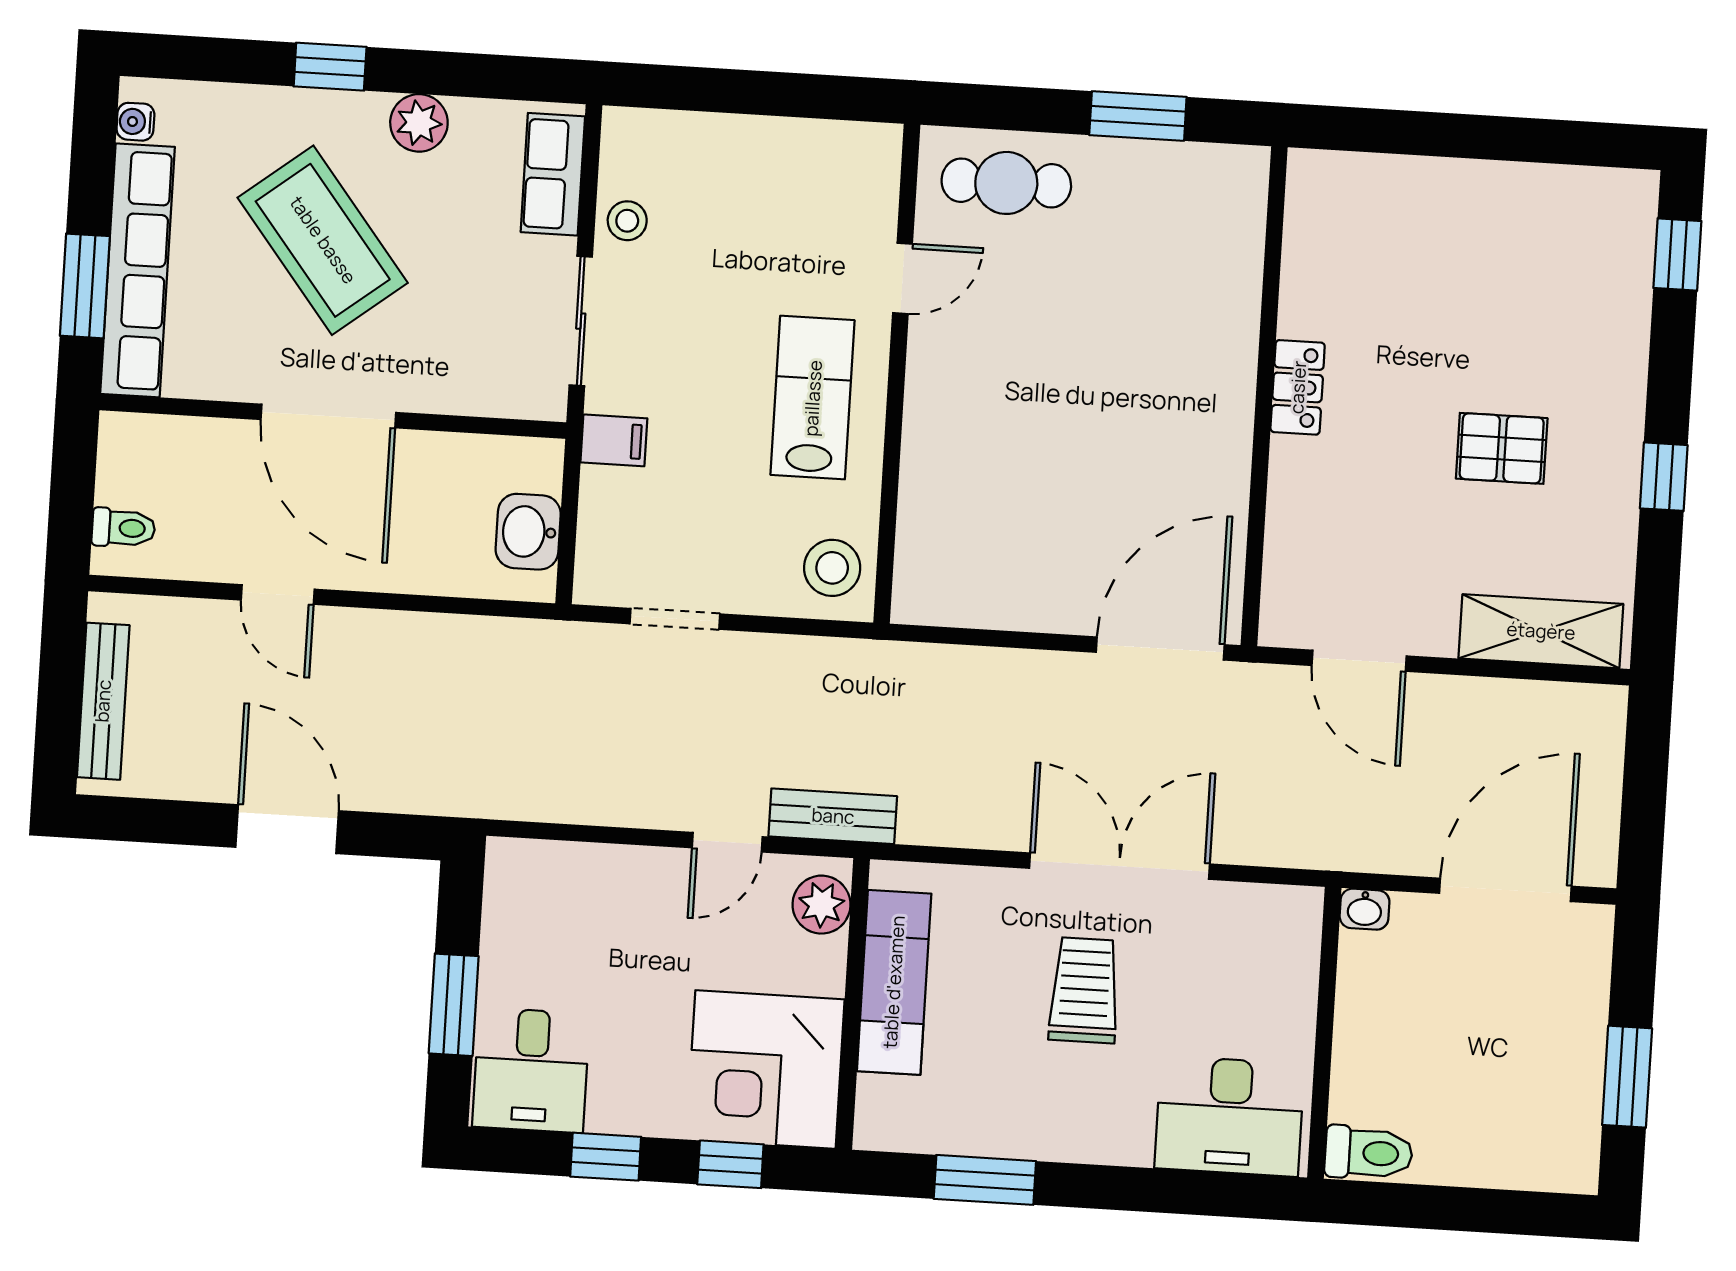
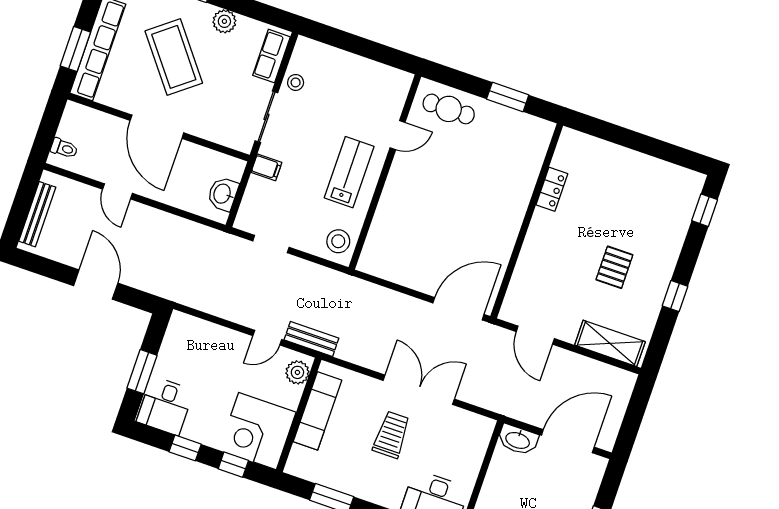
locker: (1298, 387) -> (552, 189), moved
pallet: (1502, 448) -> (614, 267), turned 90
washbasin: (1365, 909) -> (518, 440), width x1.91, depth x1.45

